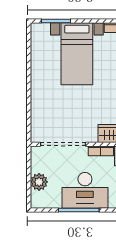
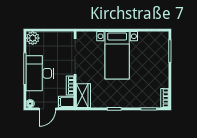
bed with nightstands: (77, 54) -> (117, 55), moved, turned -90
plant: (39, 182) -> (33, 38), moved

